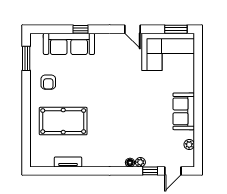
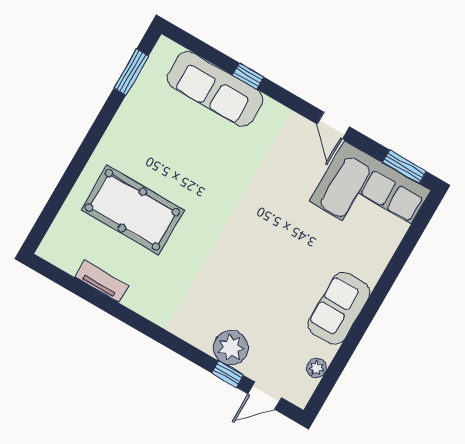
armchair: (48, 82) -> (145, 132), removed
plant: (140, 162) -> (231, 348), width x1.87, depth x1.87
floor lamp: (130, 163) -> (202, 341), removed

